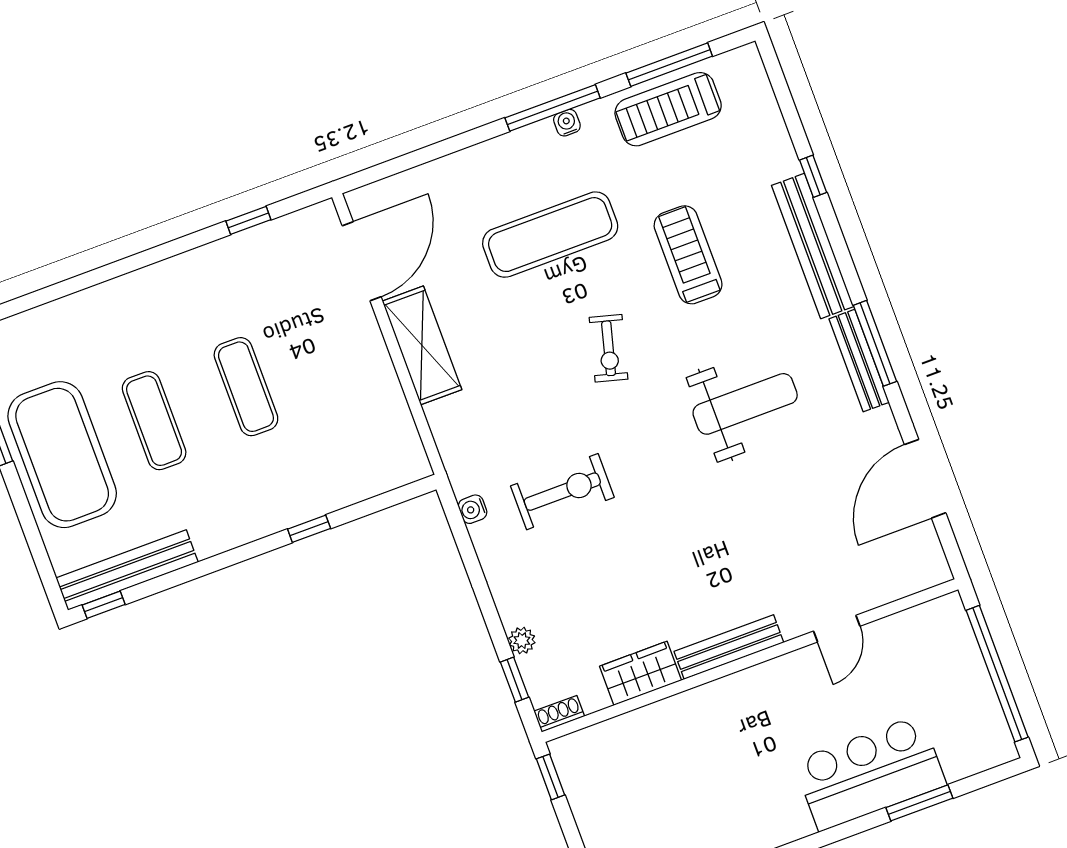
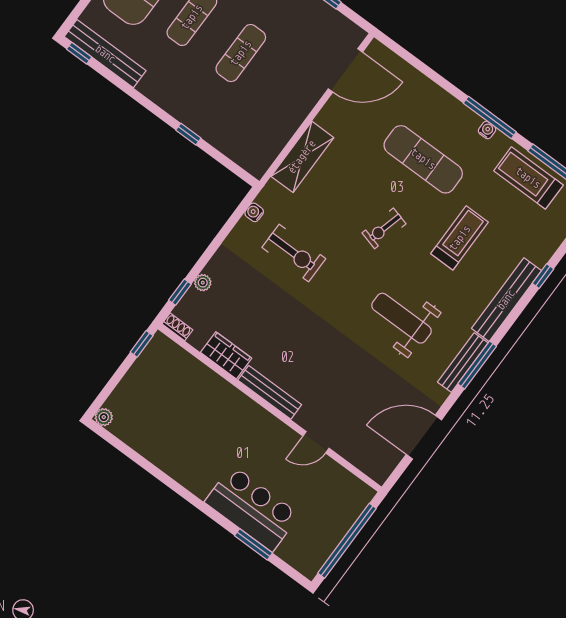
shelving: (422, 345) -> (302, 157), moved
weight bench: (745, 404) -> (401, 318), turned 180

